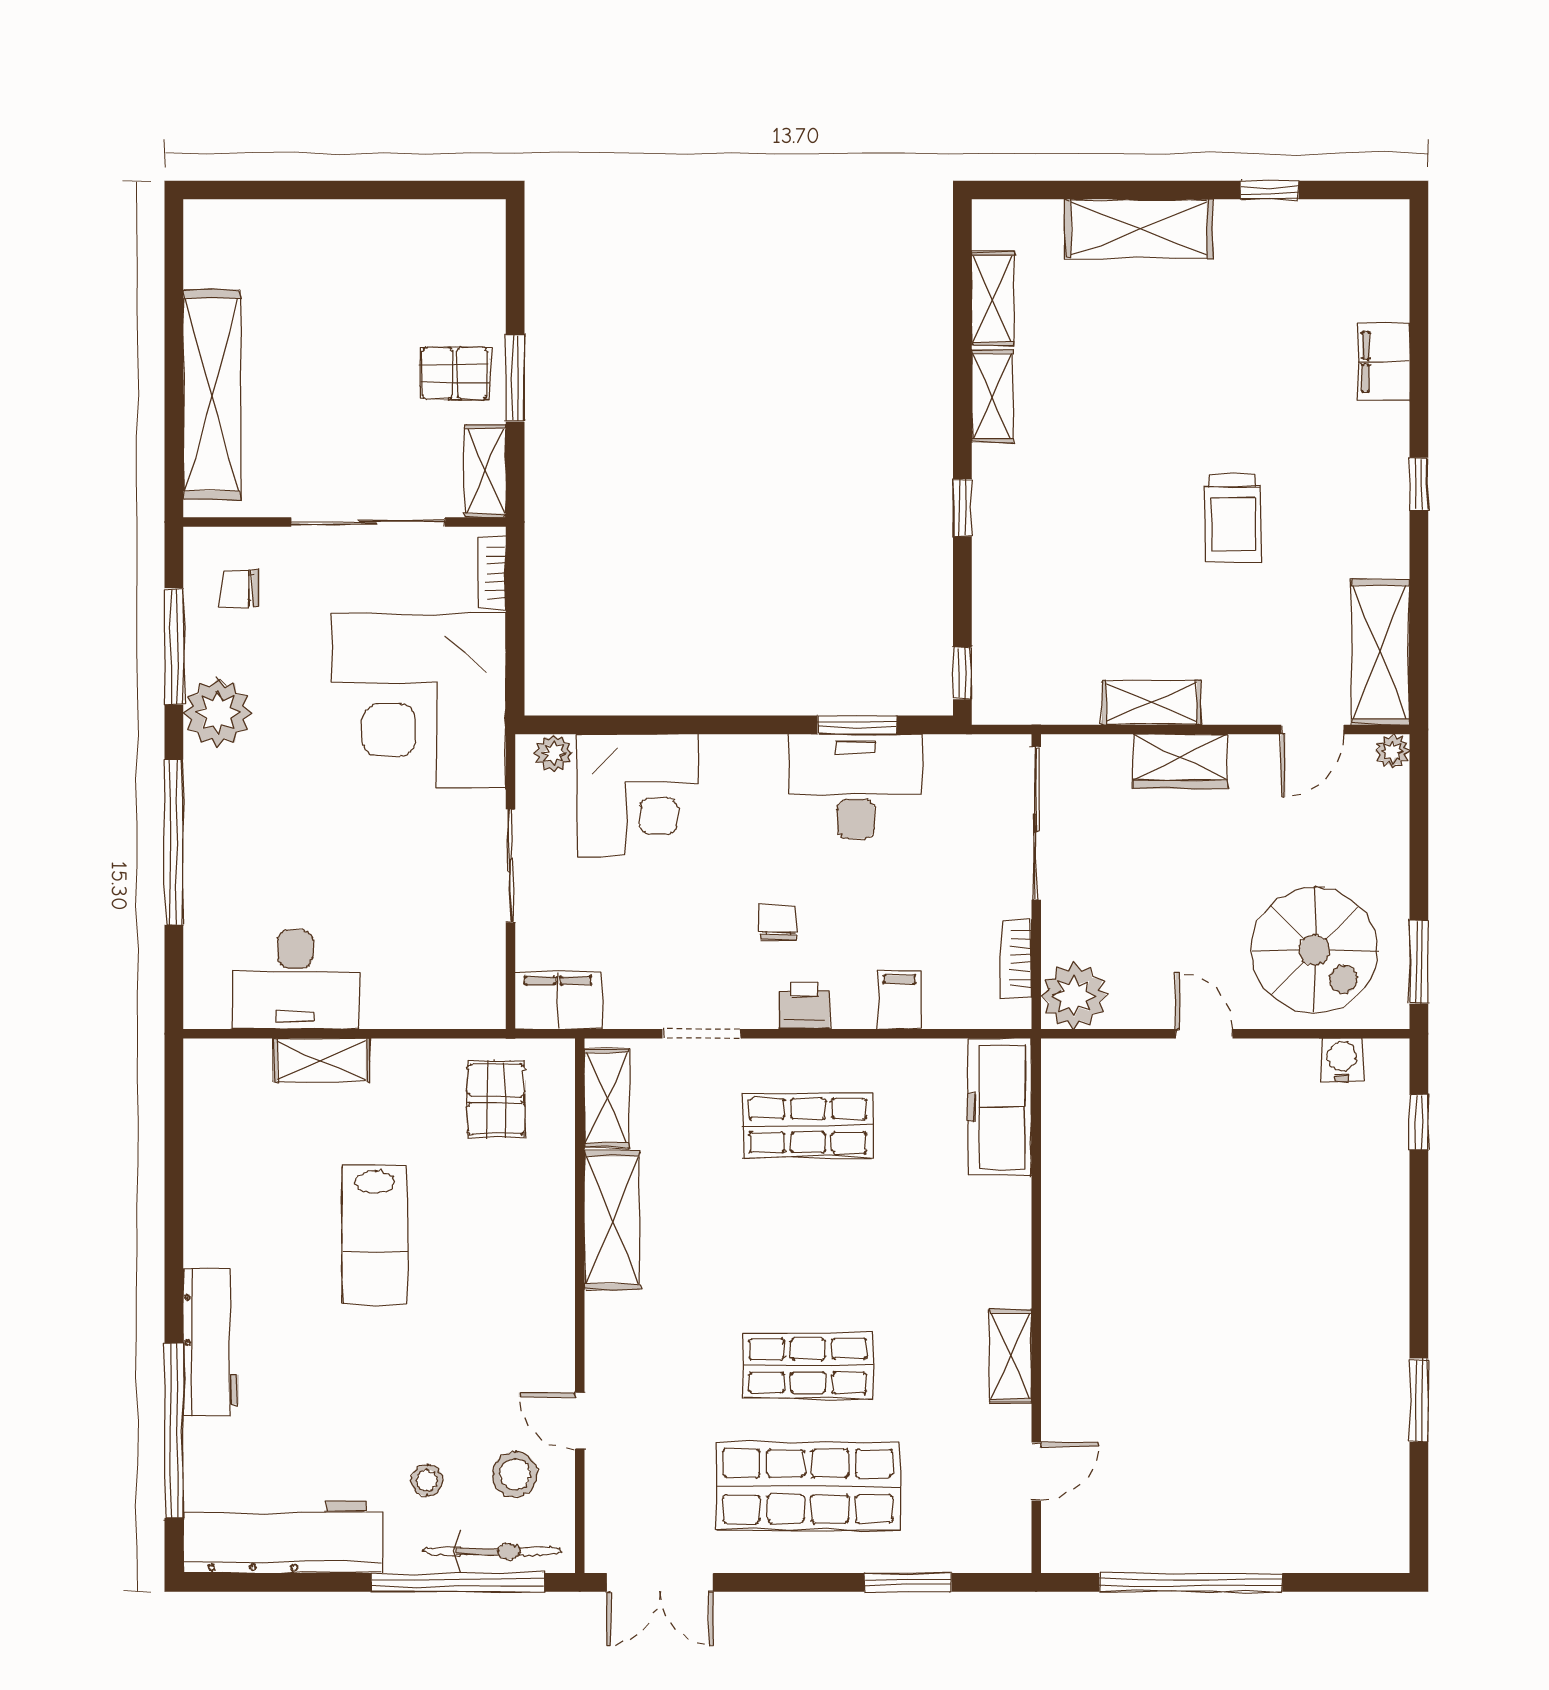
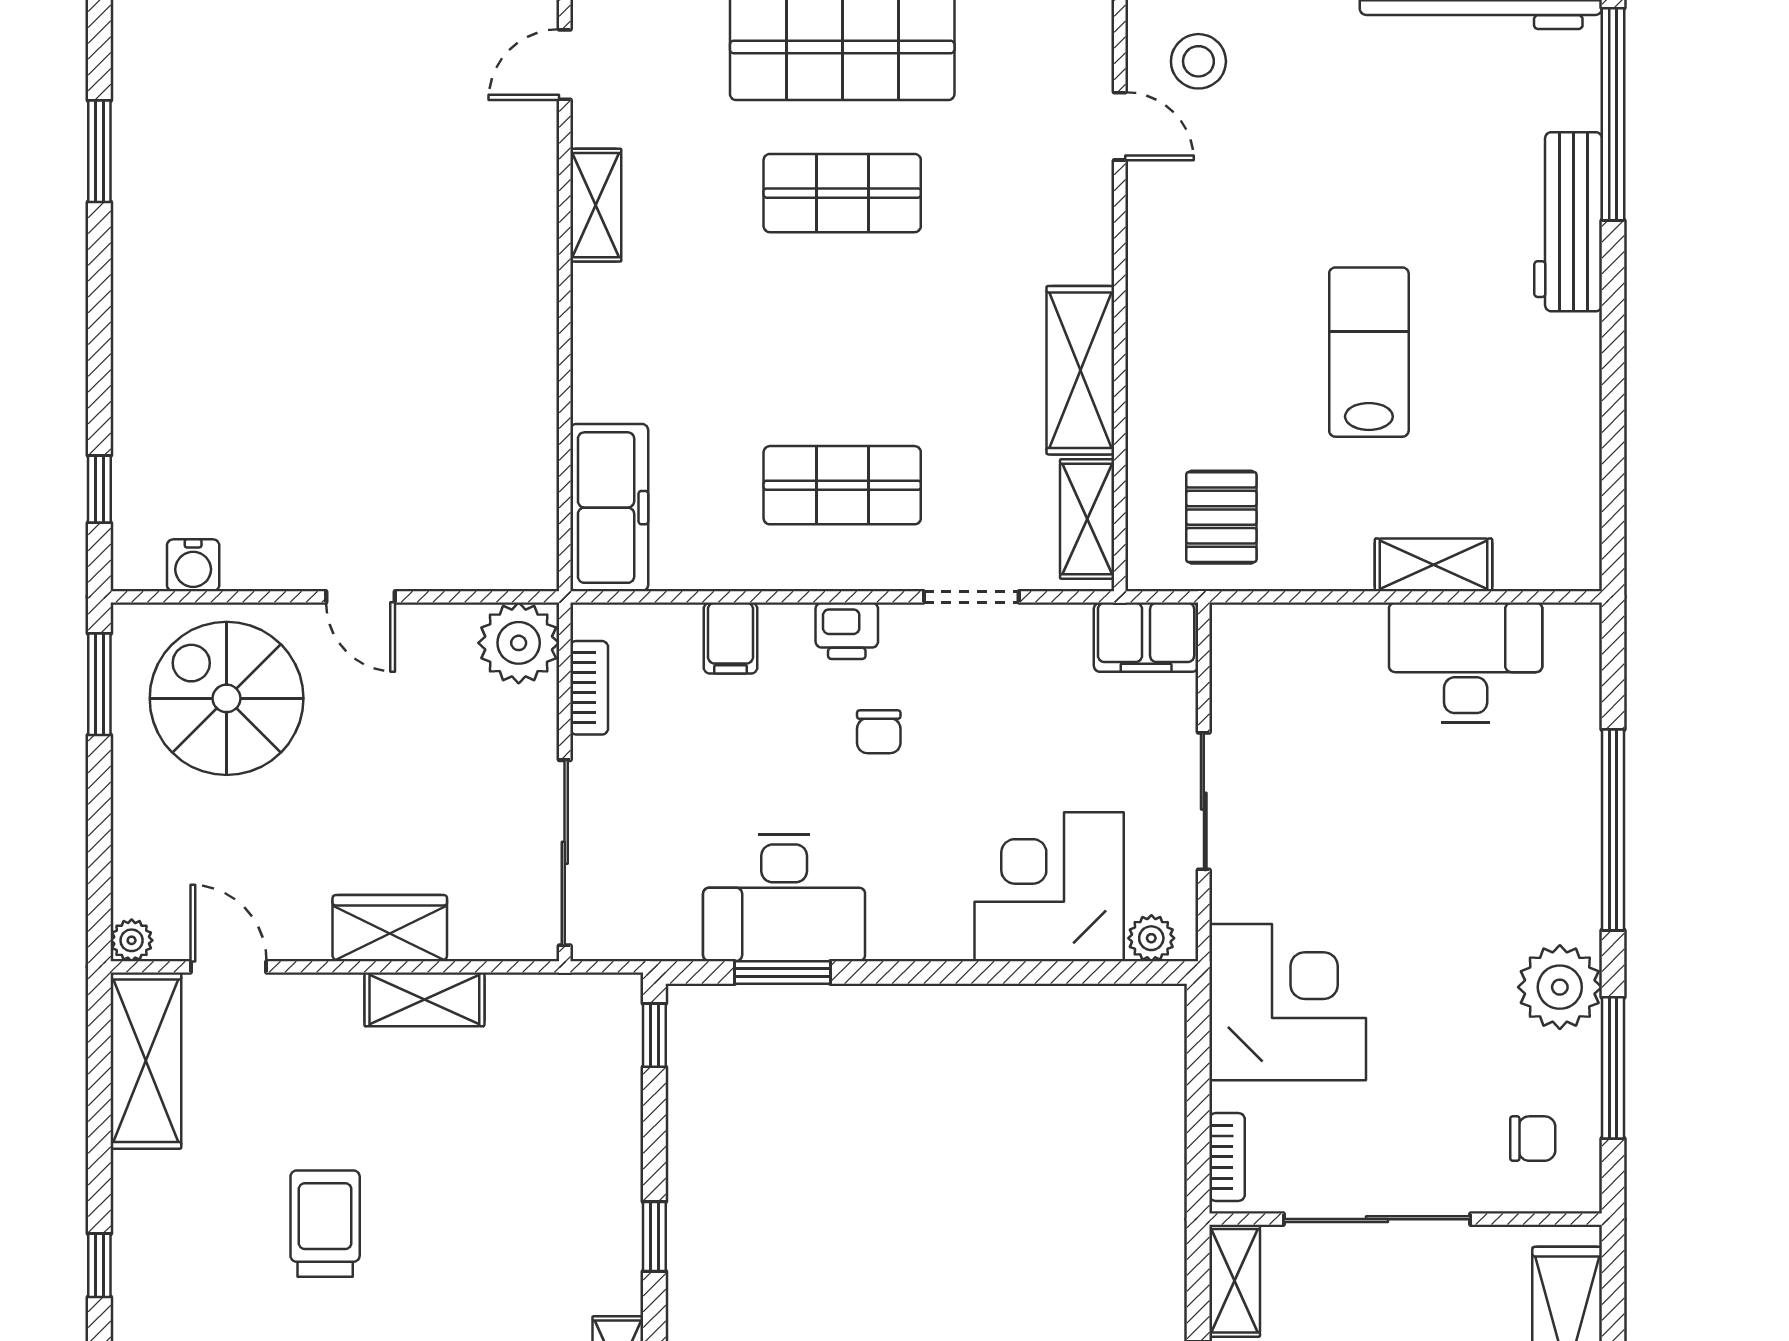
corner desk: (418, 700) -> (1288, 1002), width x0.74, depth x0.74
door: (1313, 729) -> (229, 967), hinge flipped
stool: (427, 1480) -> (1305, 54), removed

